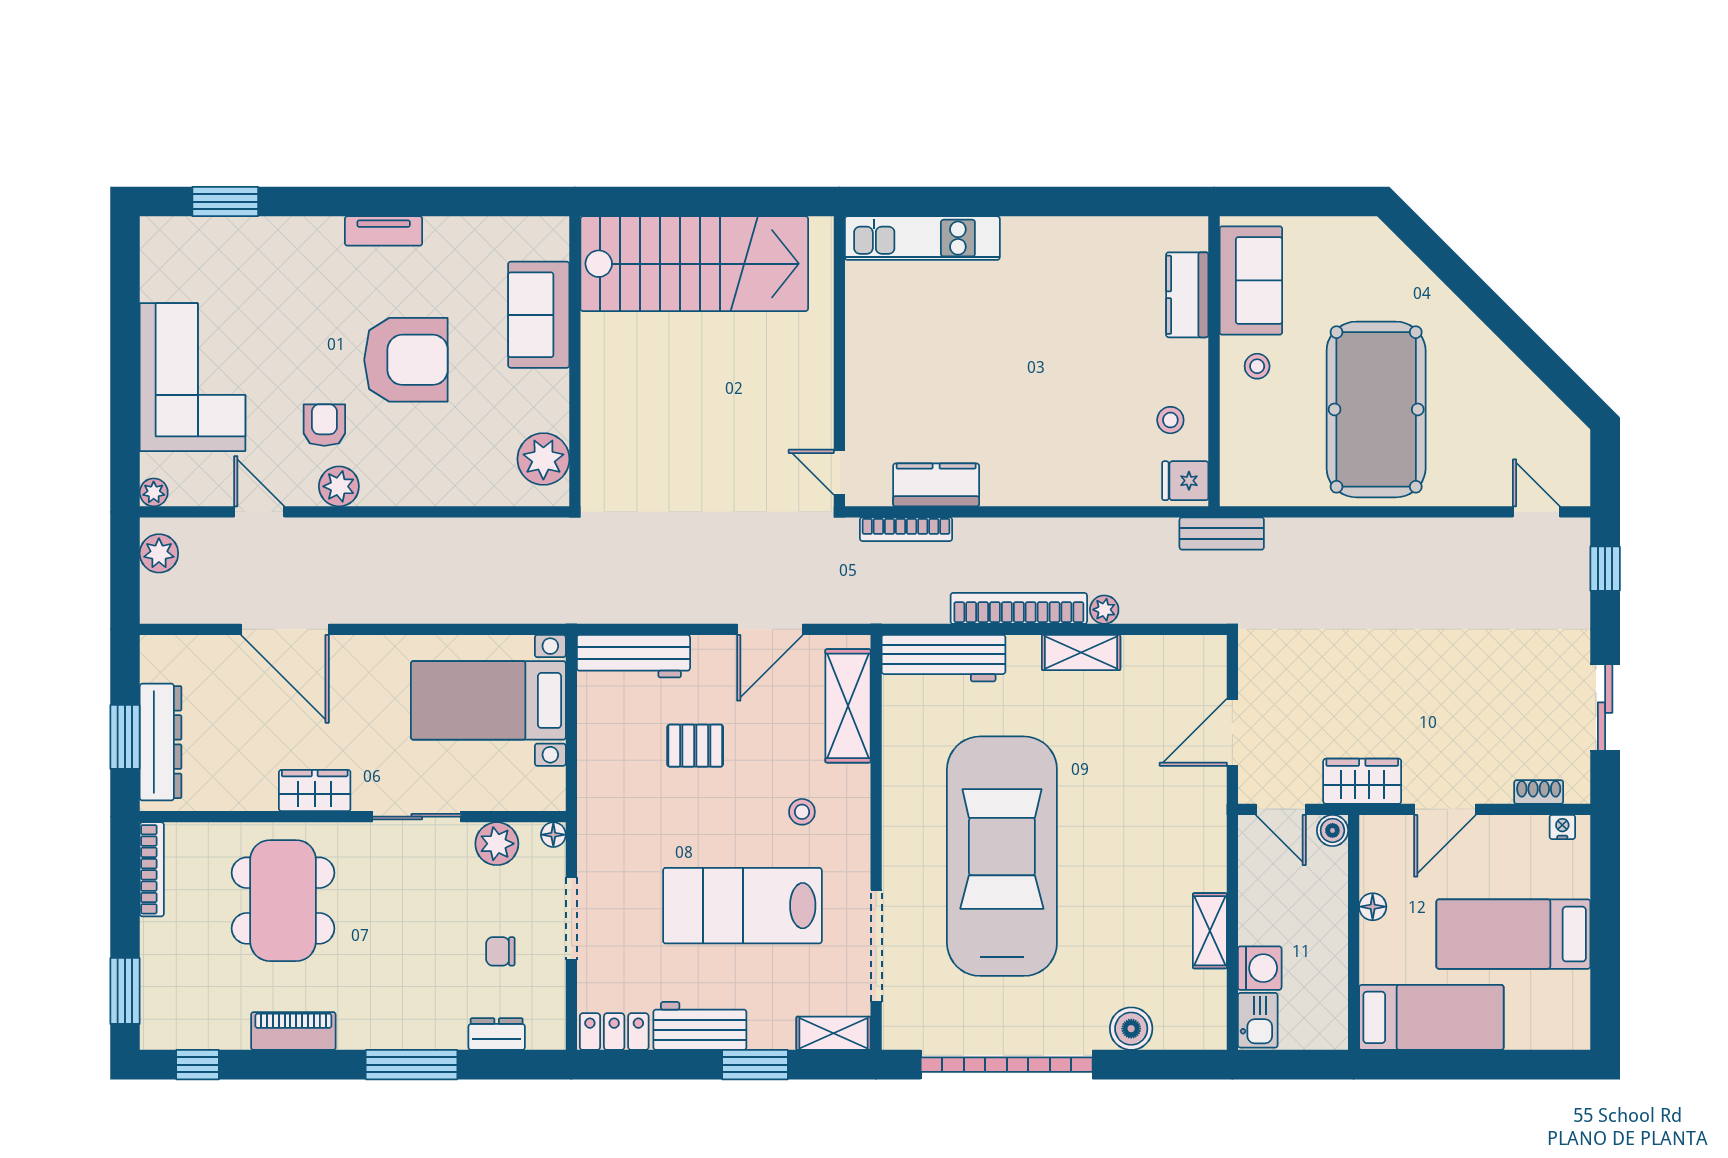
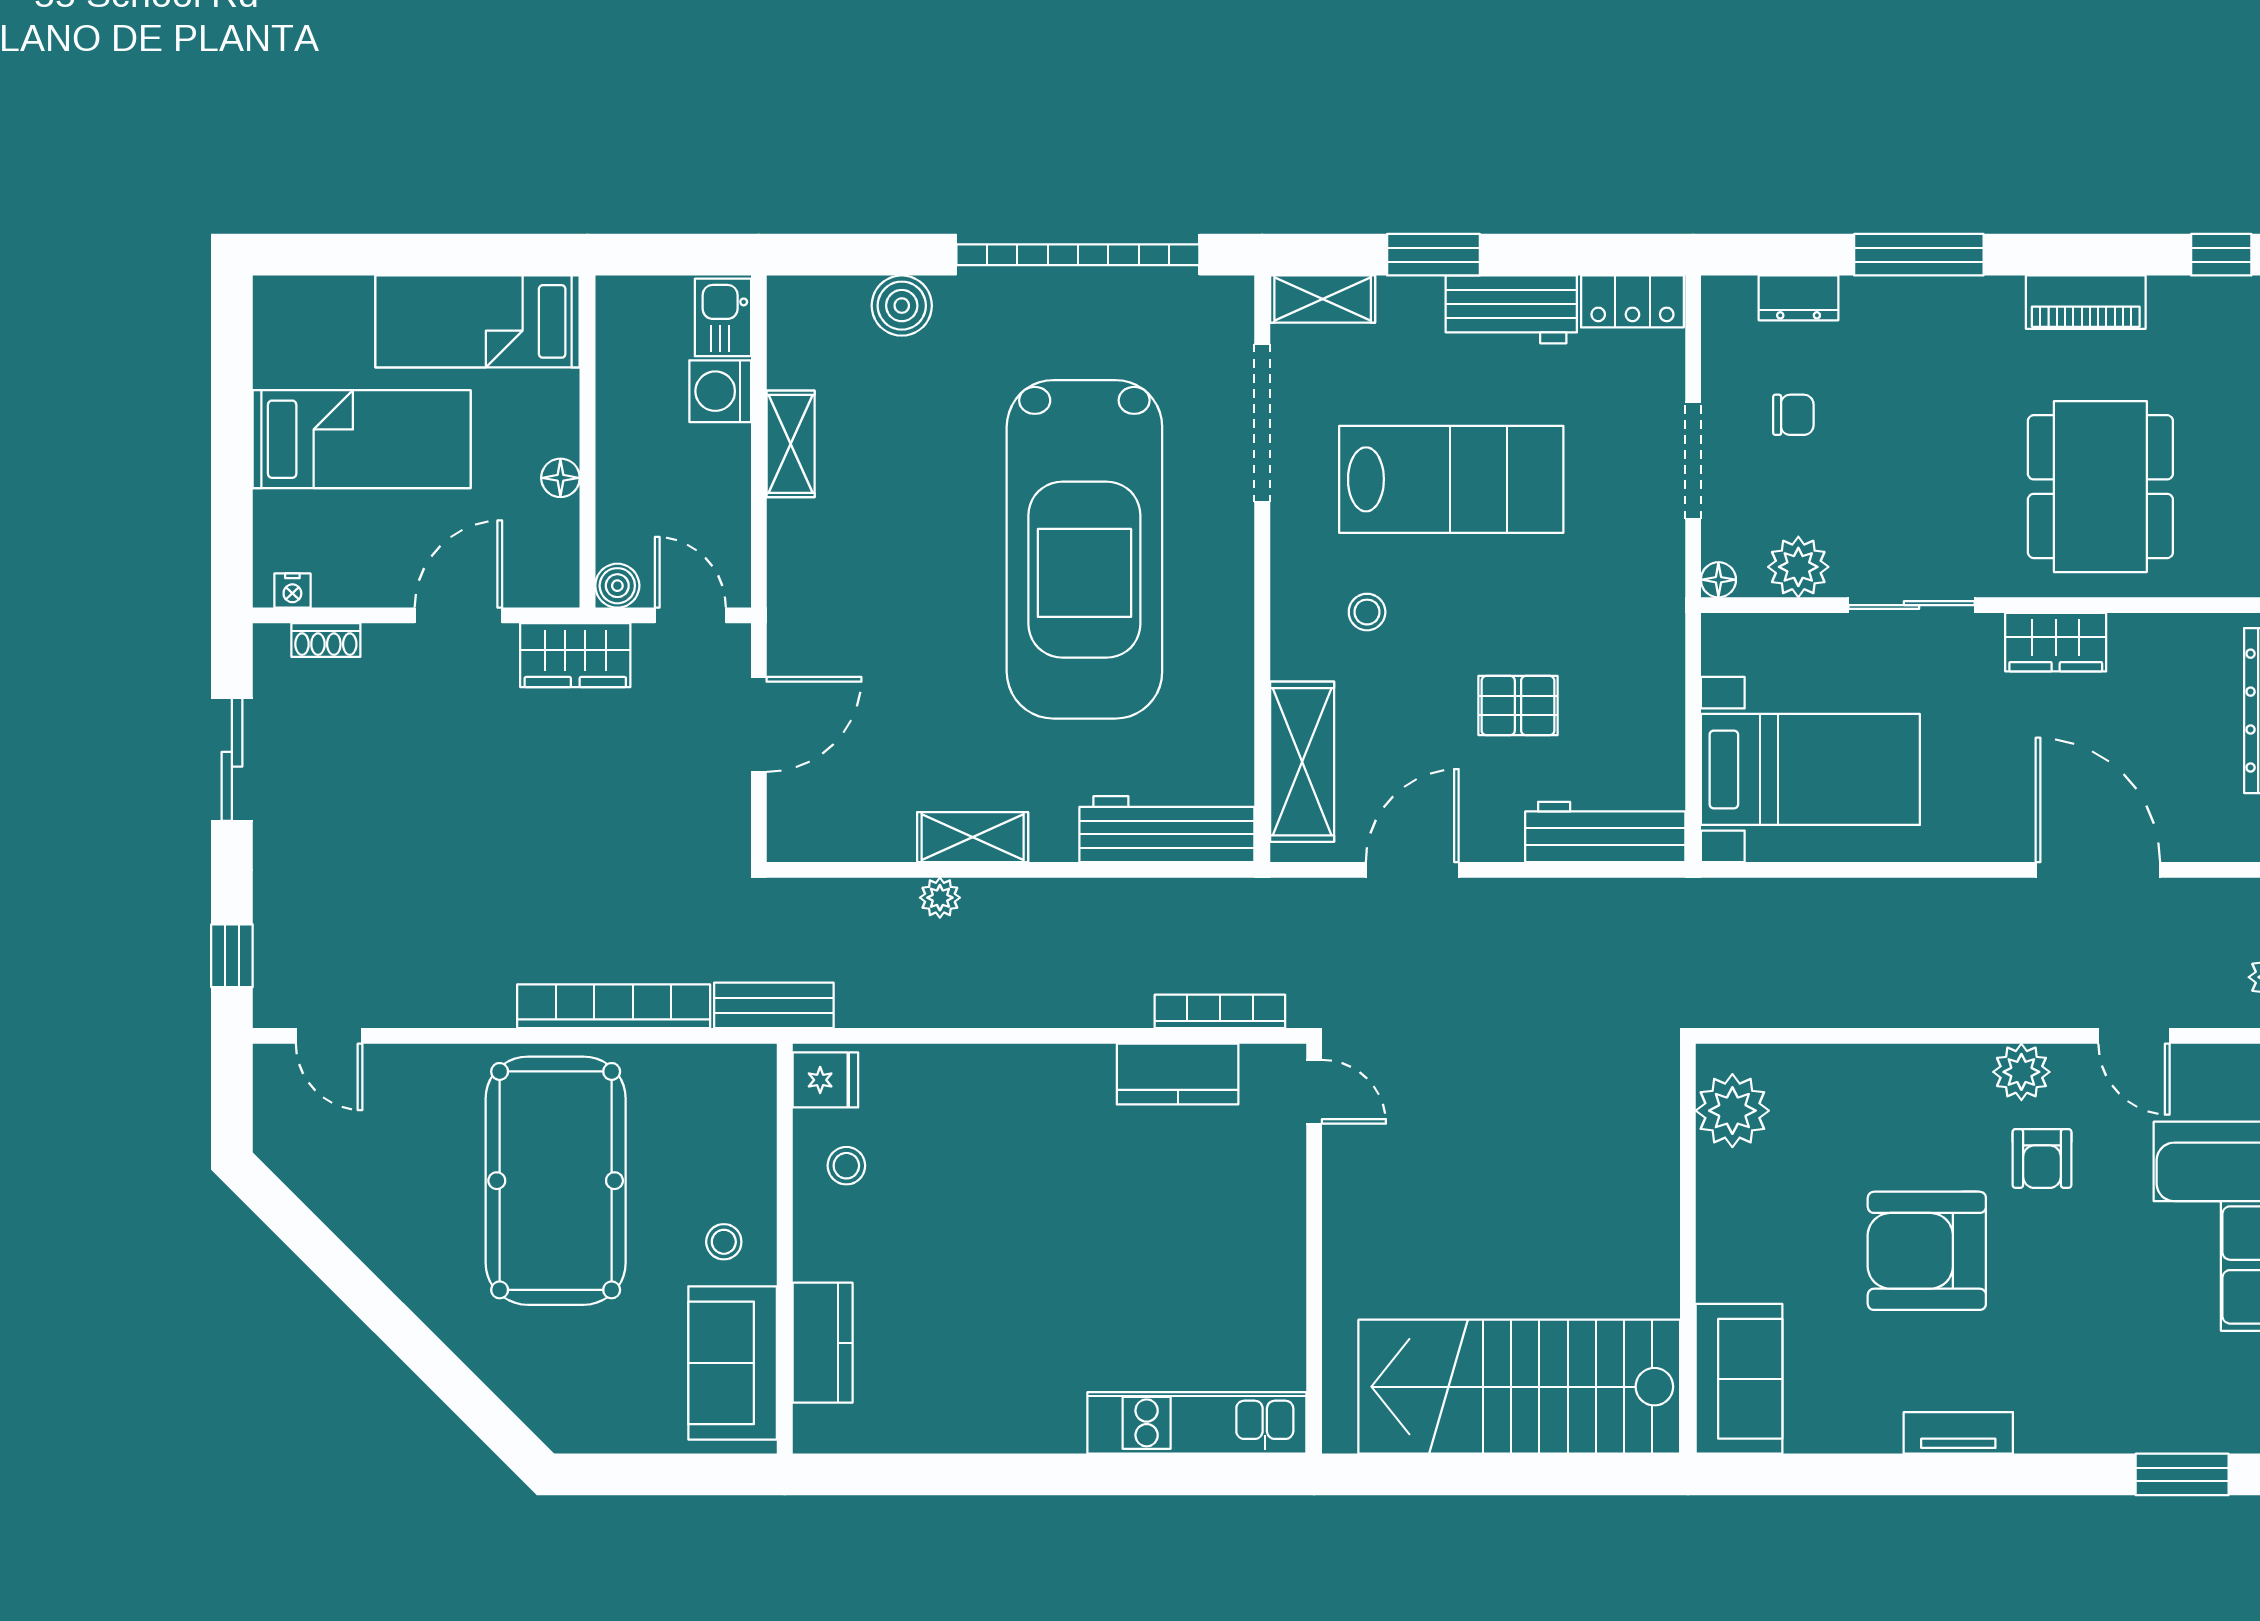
sofa: (539, 315) -> (1739, 1379), moved
bookcase: (1019, 608) -> (614, 1006), moved, turned 180

